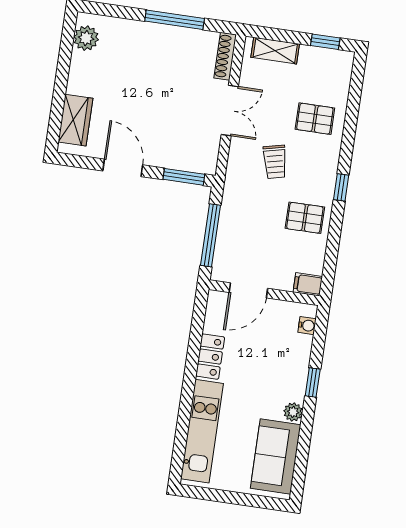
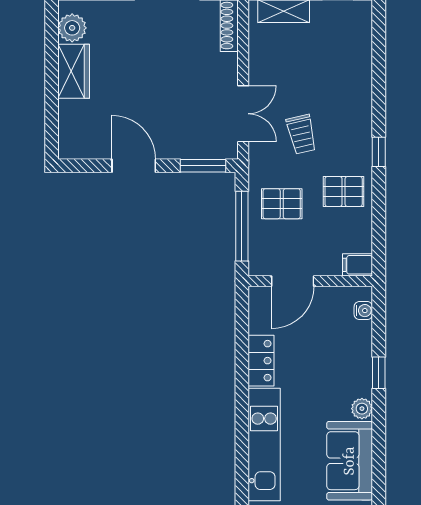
double door: (230, 111) -> (243, 114), moved
pallet: (315, 119) -> (282, 204), moved
wardrobe: (75, 120) -> (74, 71), moved

